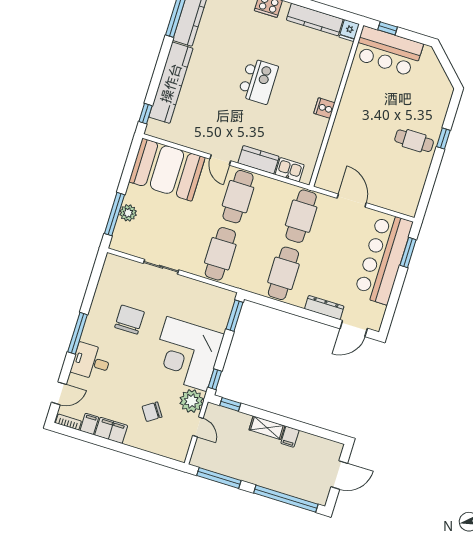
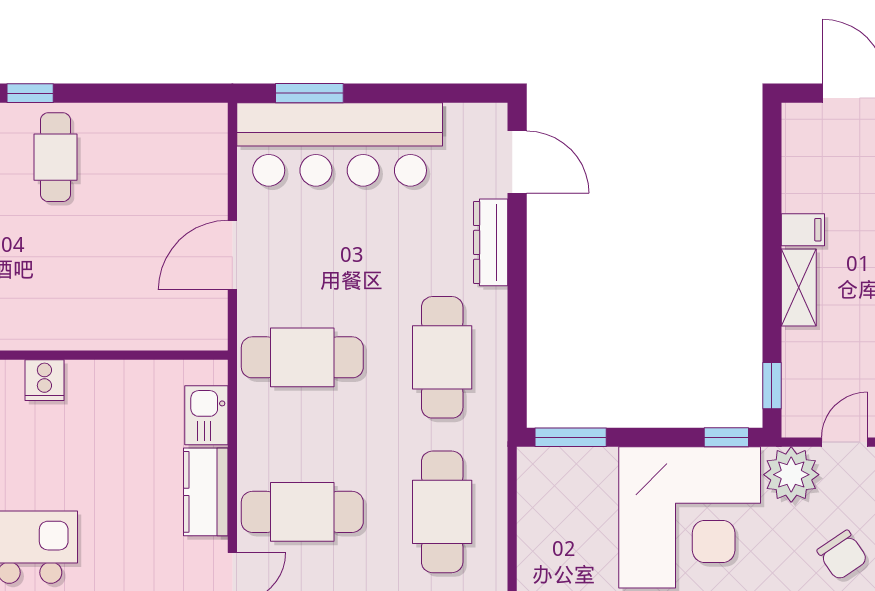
cafe table: (220, 254) -> (442, 512), turned 90
cafe table: (283, 273) -> (442, 357), turned 90

